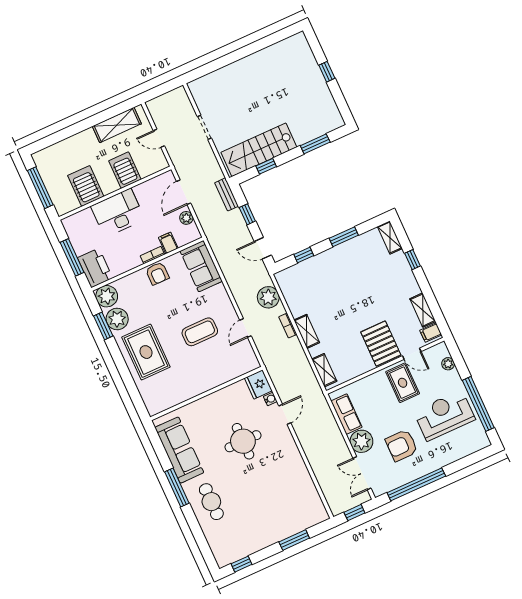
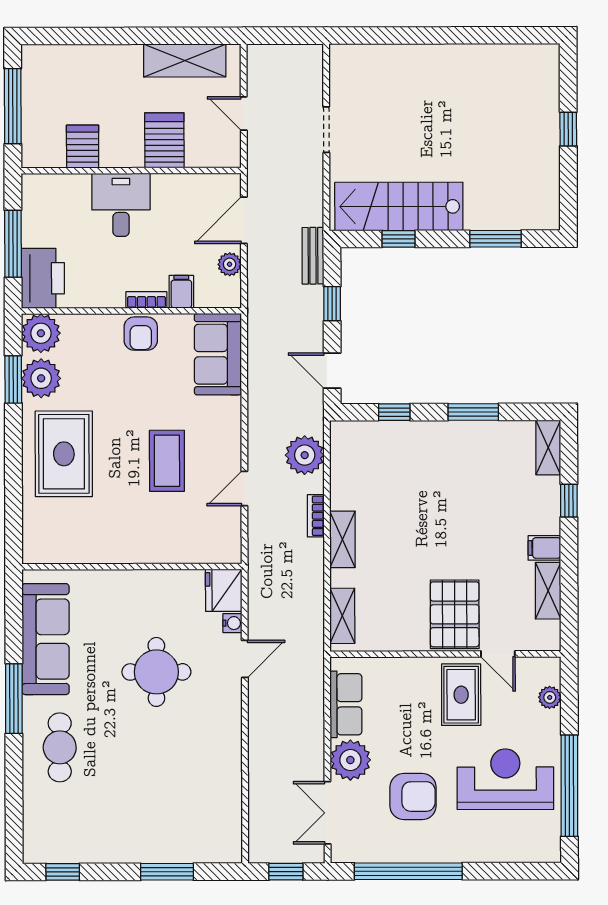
server rack: (86, 186) -> (83, 147), width x0.73, depth x0.70
desk: (118, 213) -> (121, 205), width x0.73
coffee table: (200, 332) -> (167, 461), turned 90
filing cabinet: (431, 333) -> (544, 548), moved
armchair: (402, 445) -> (413, 797), turned 180

